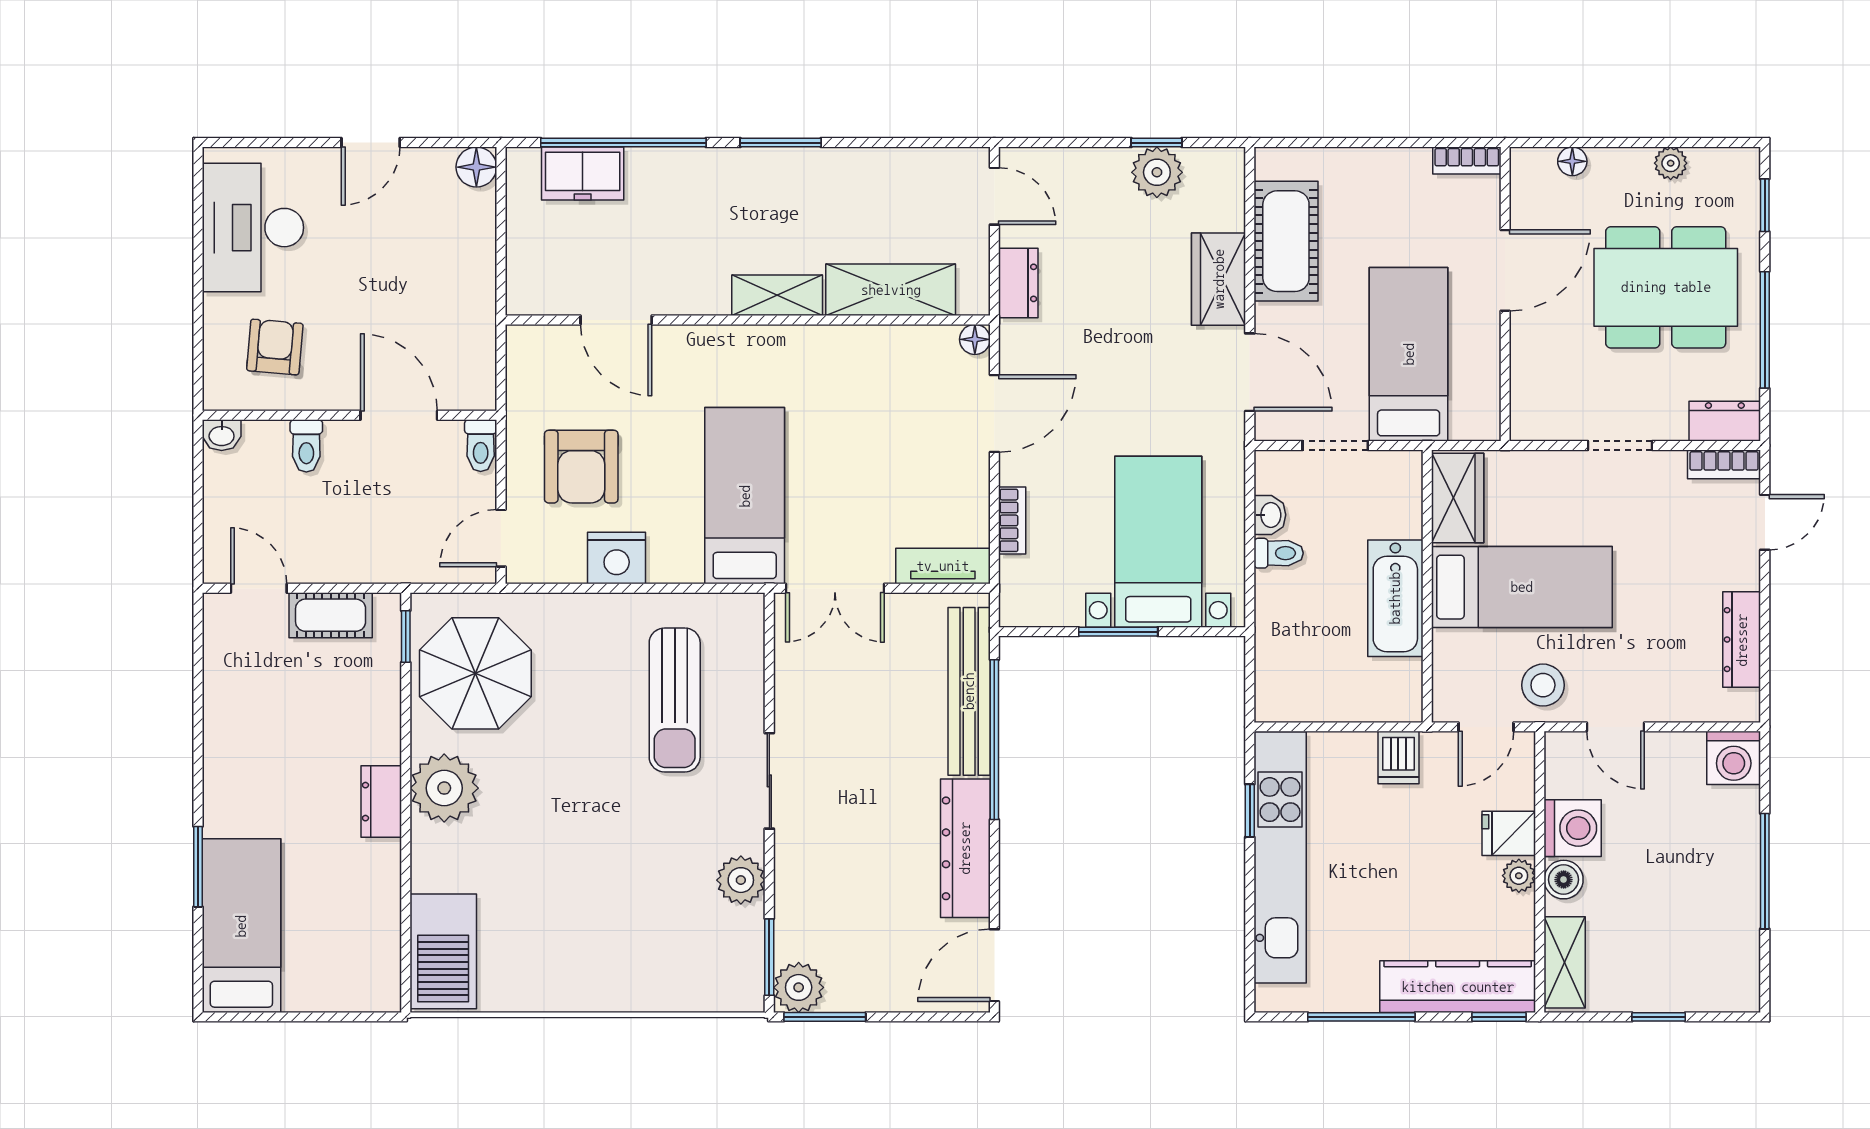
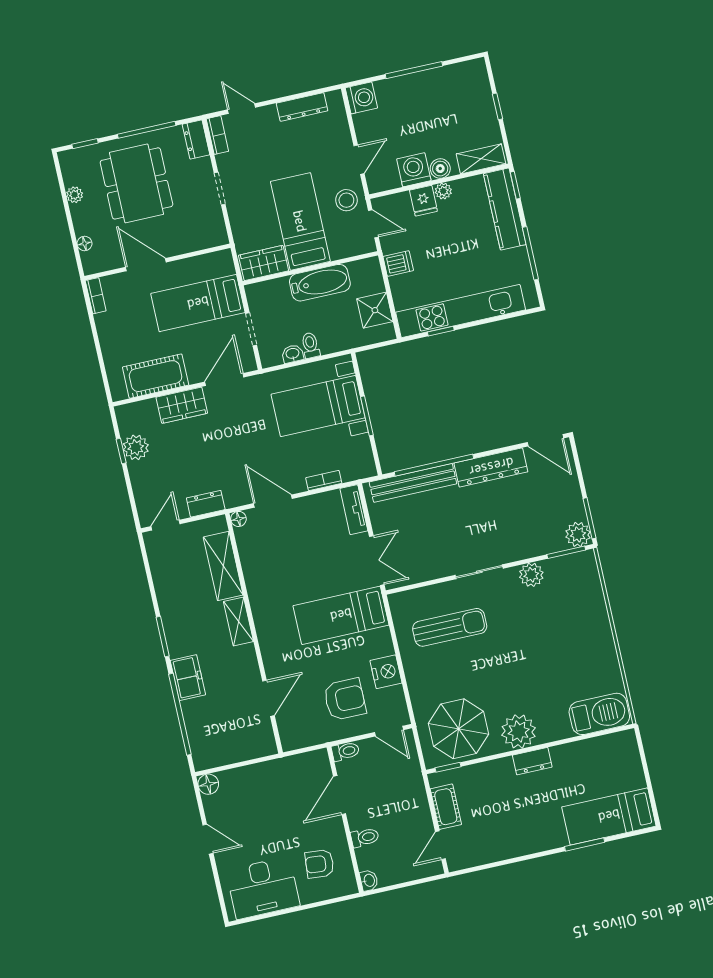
freezer: (583, 174) -> (188, 678), moved
shower: (1319, 692) -> (375, 310), added

